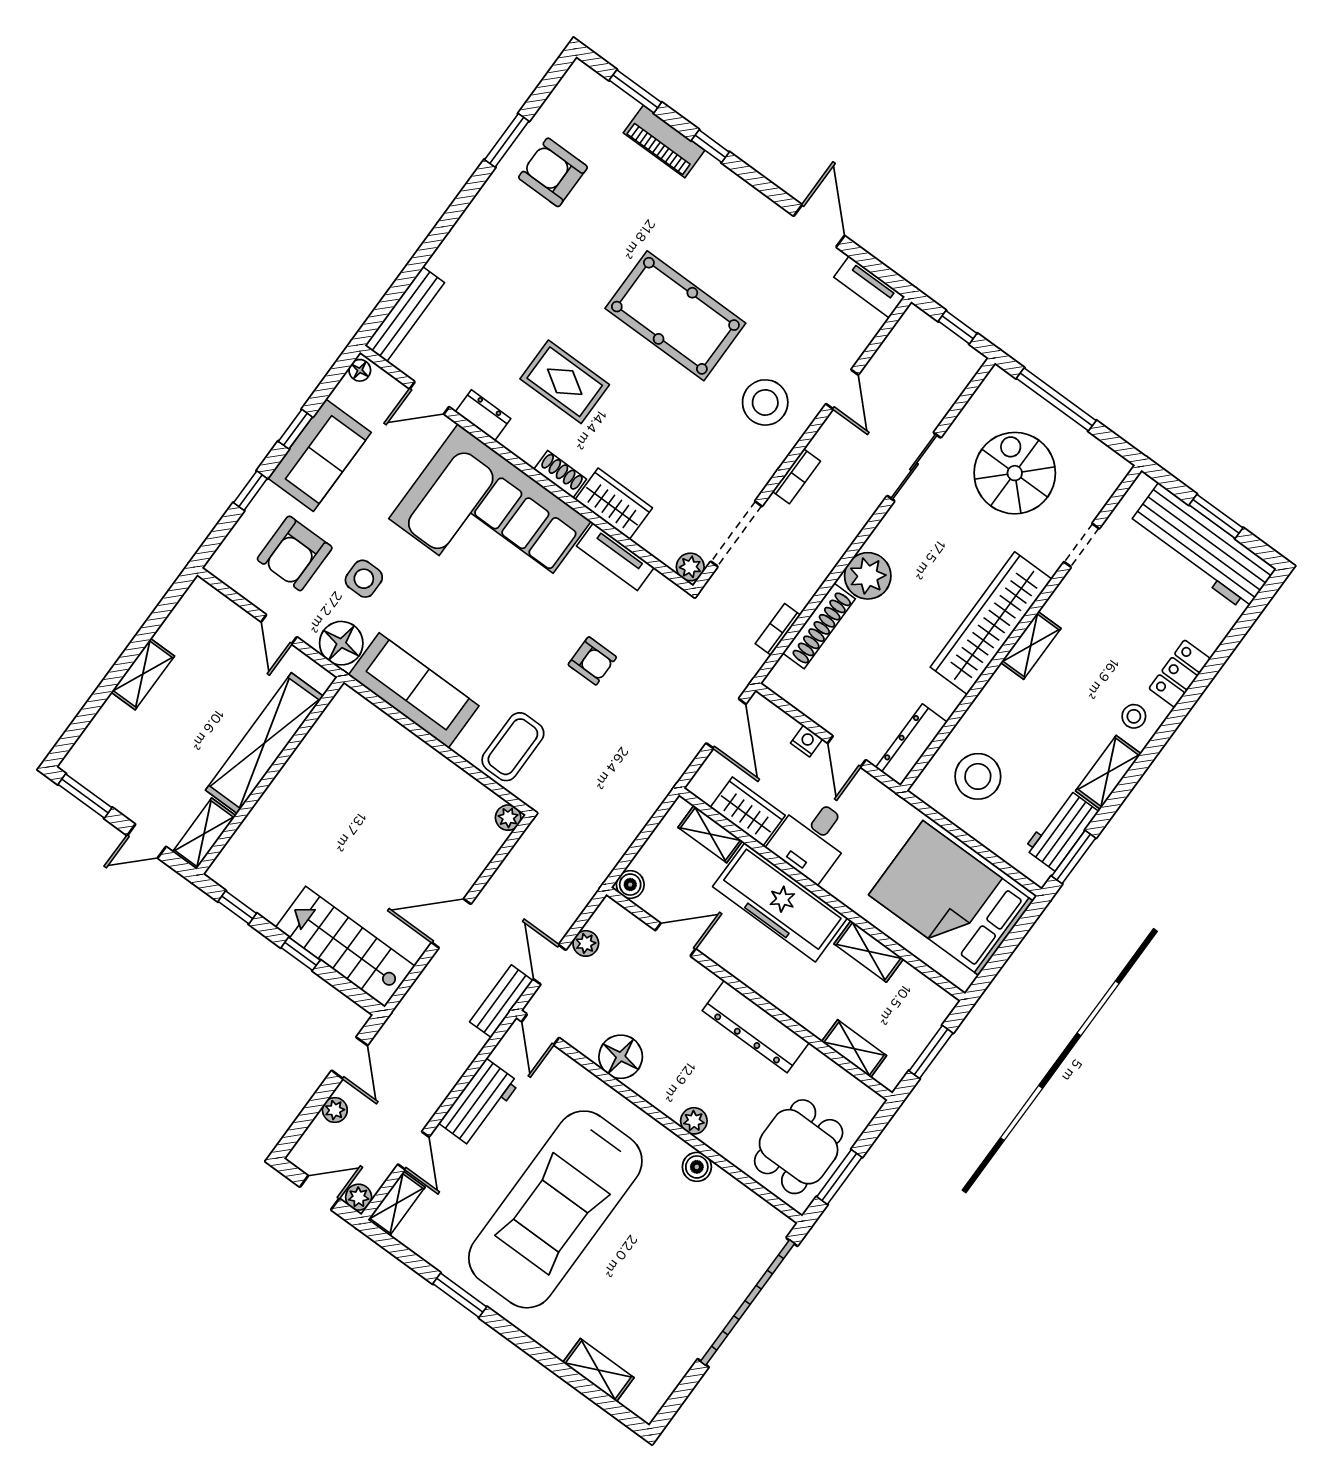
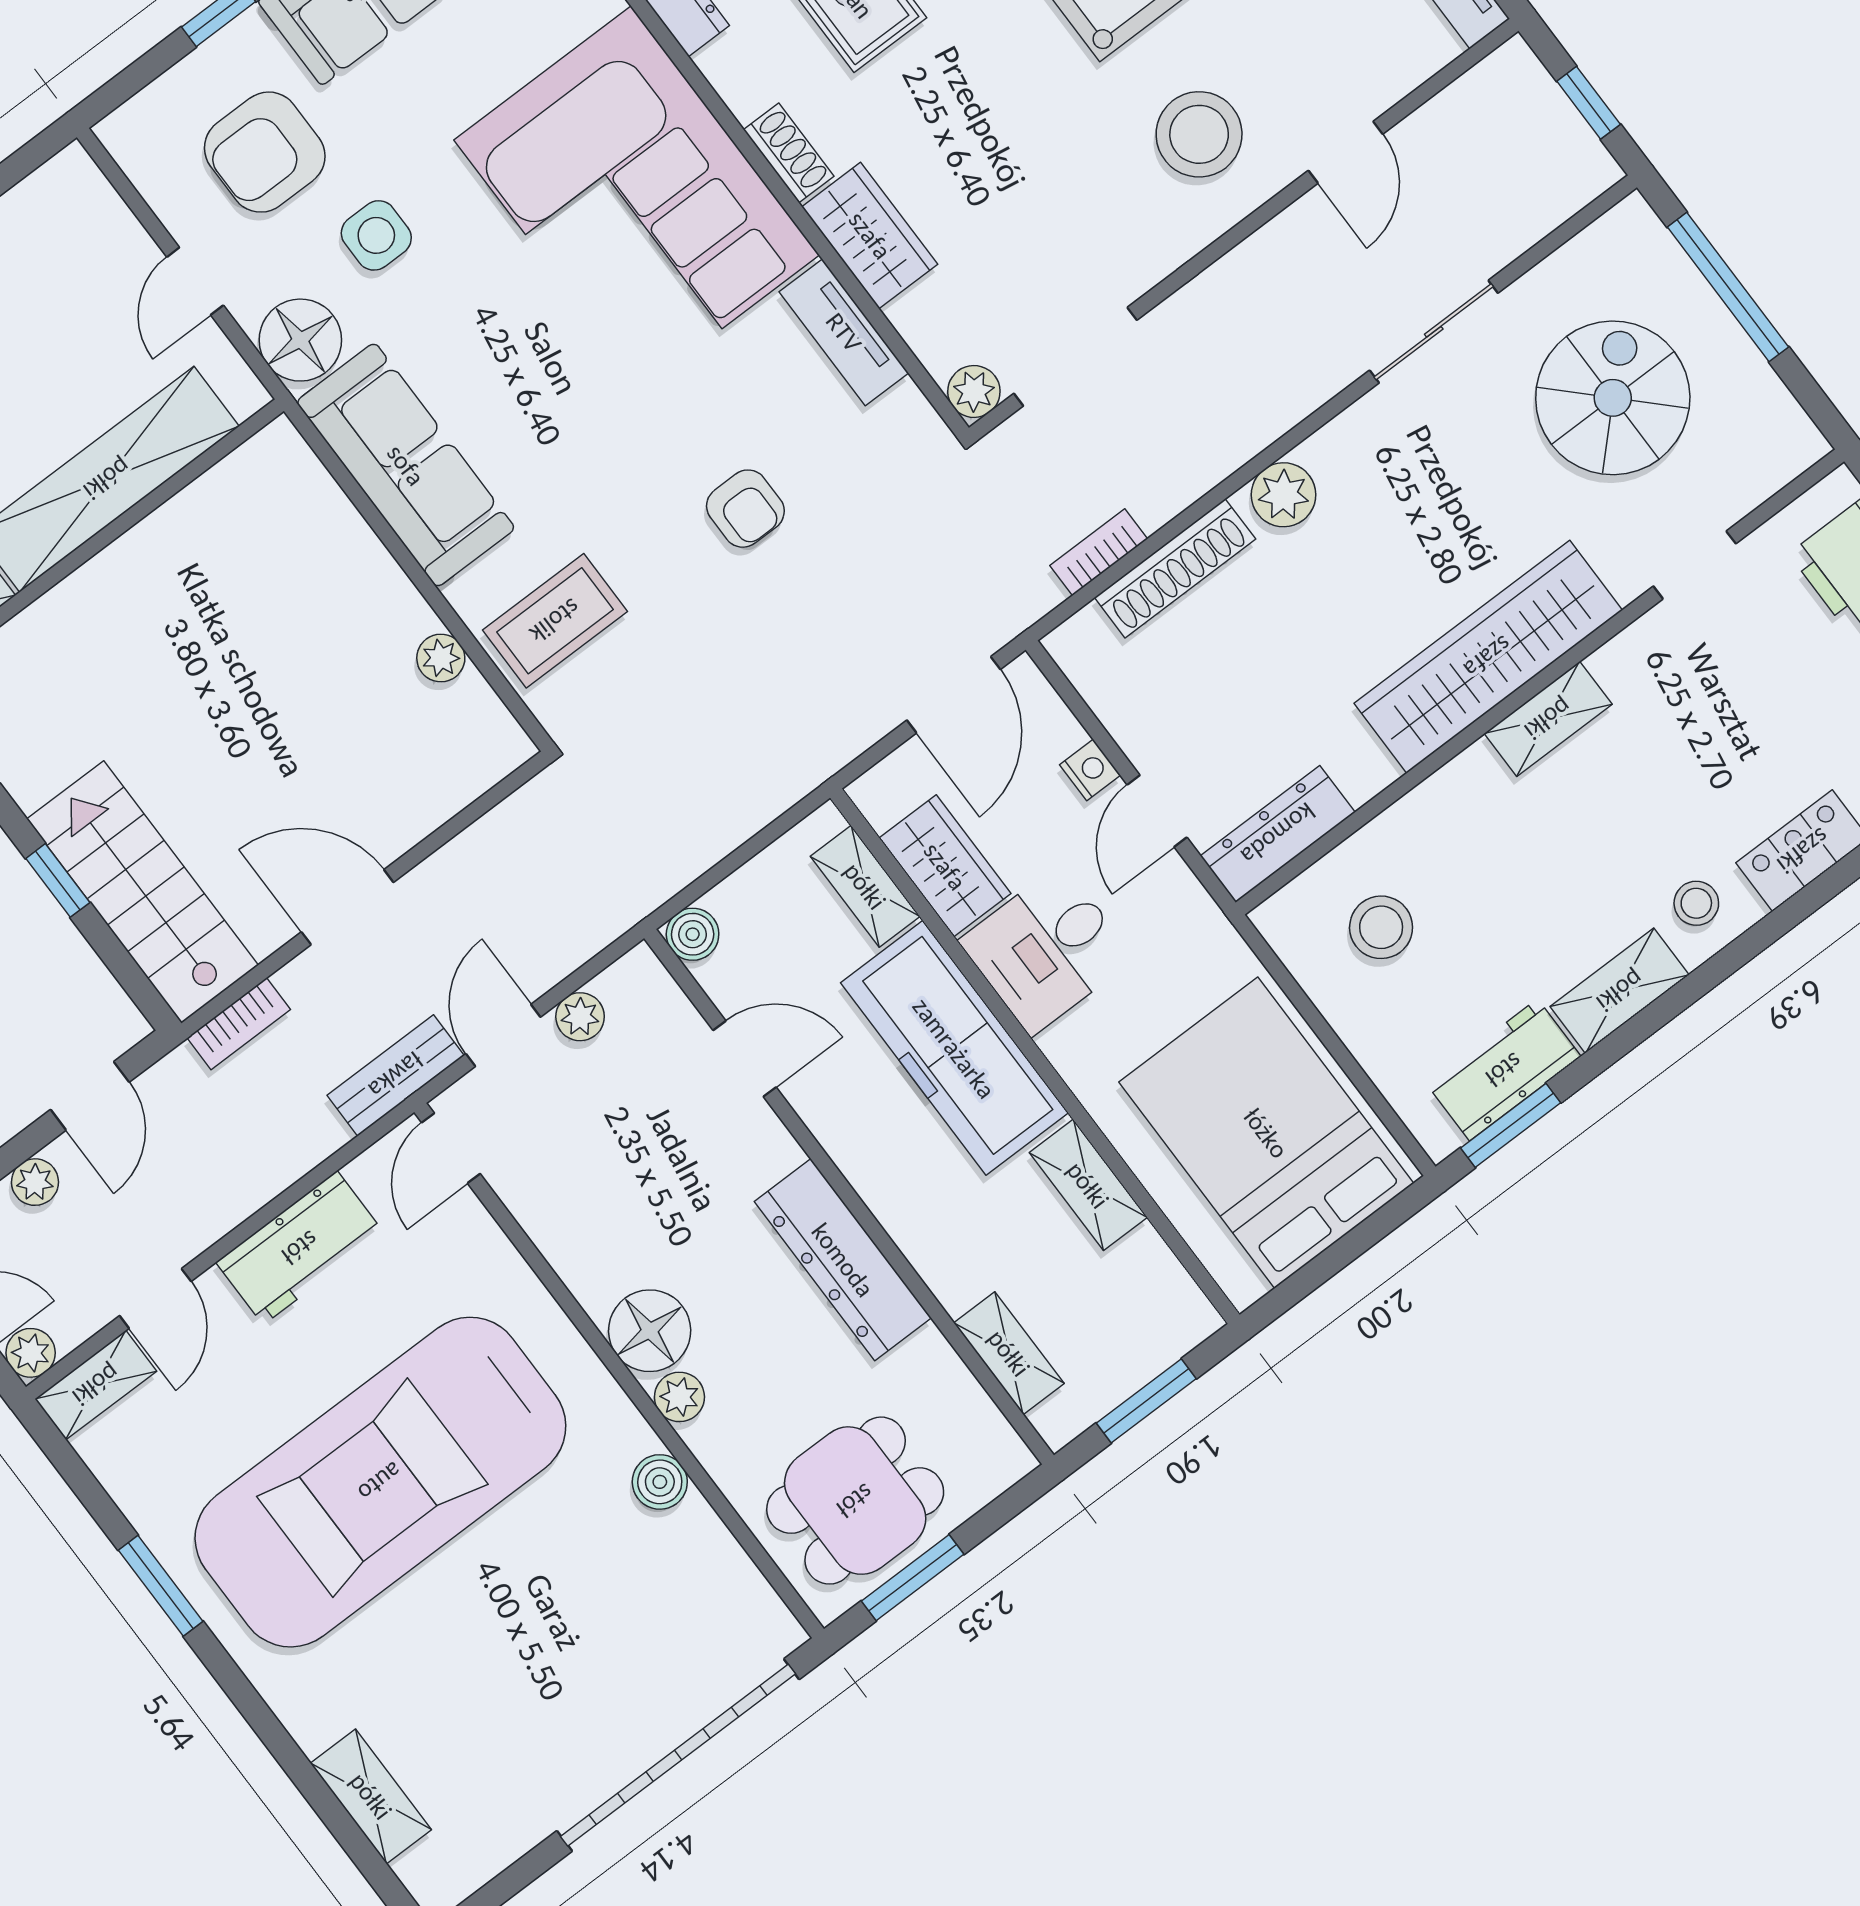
bookcase: (796, 476) -> (239, 1024), moved
plant: (868, 576) -> (1284, 495), width x0.73, depth x0.73
stool: (978, 776) -> (1381, 927), width x0.73, depth x0.73
plant: (508, 818) -> (441, 658), moved
floor lamp: (621, 1057) -> (650, 1331), moved

